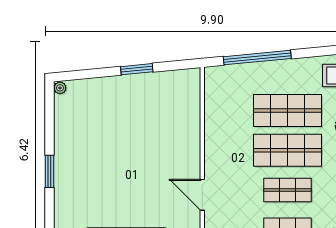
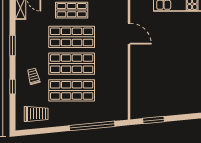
window: (137, 69) -> (154, 120), moved
shop shelf: (288, 190) -> (72, 37), width x1.43, depth x1.36

